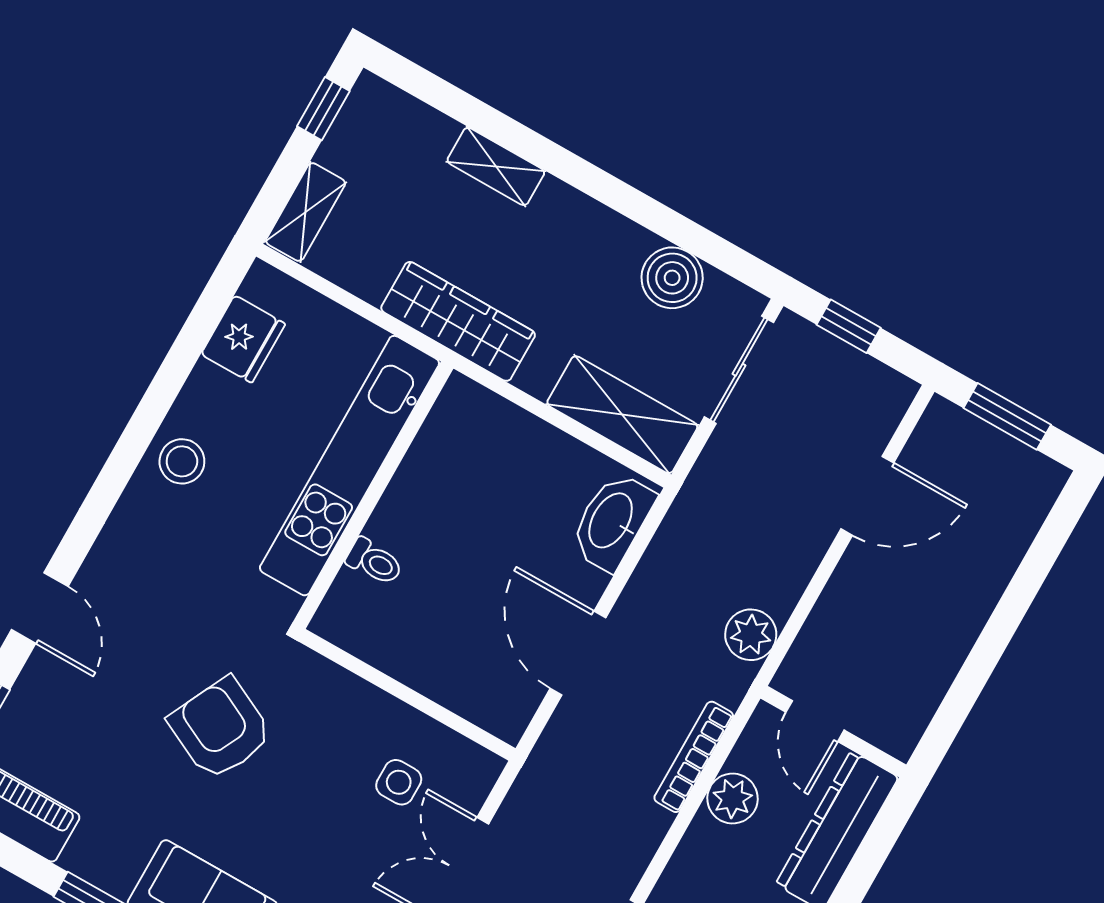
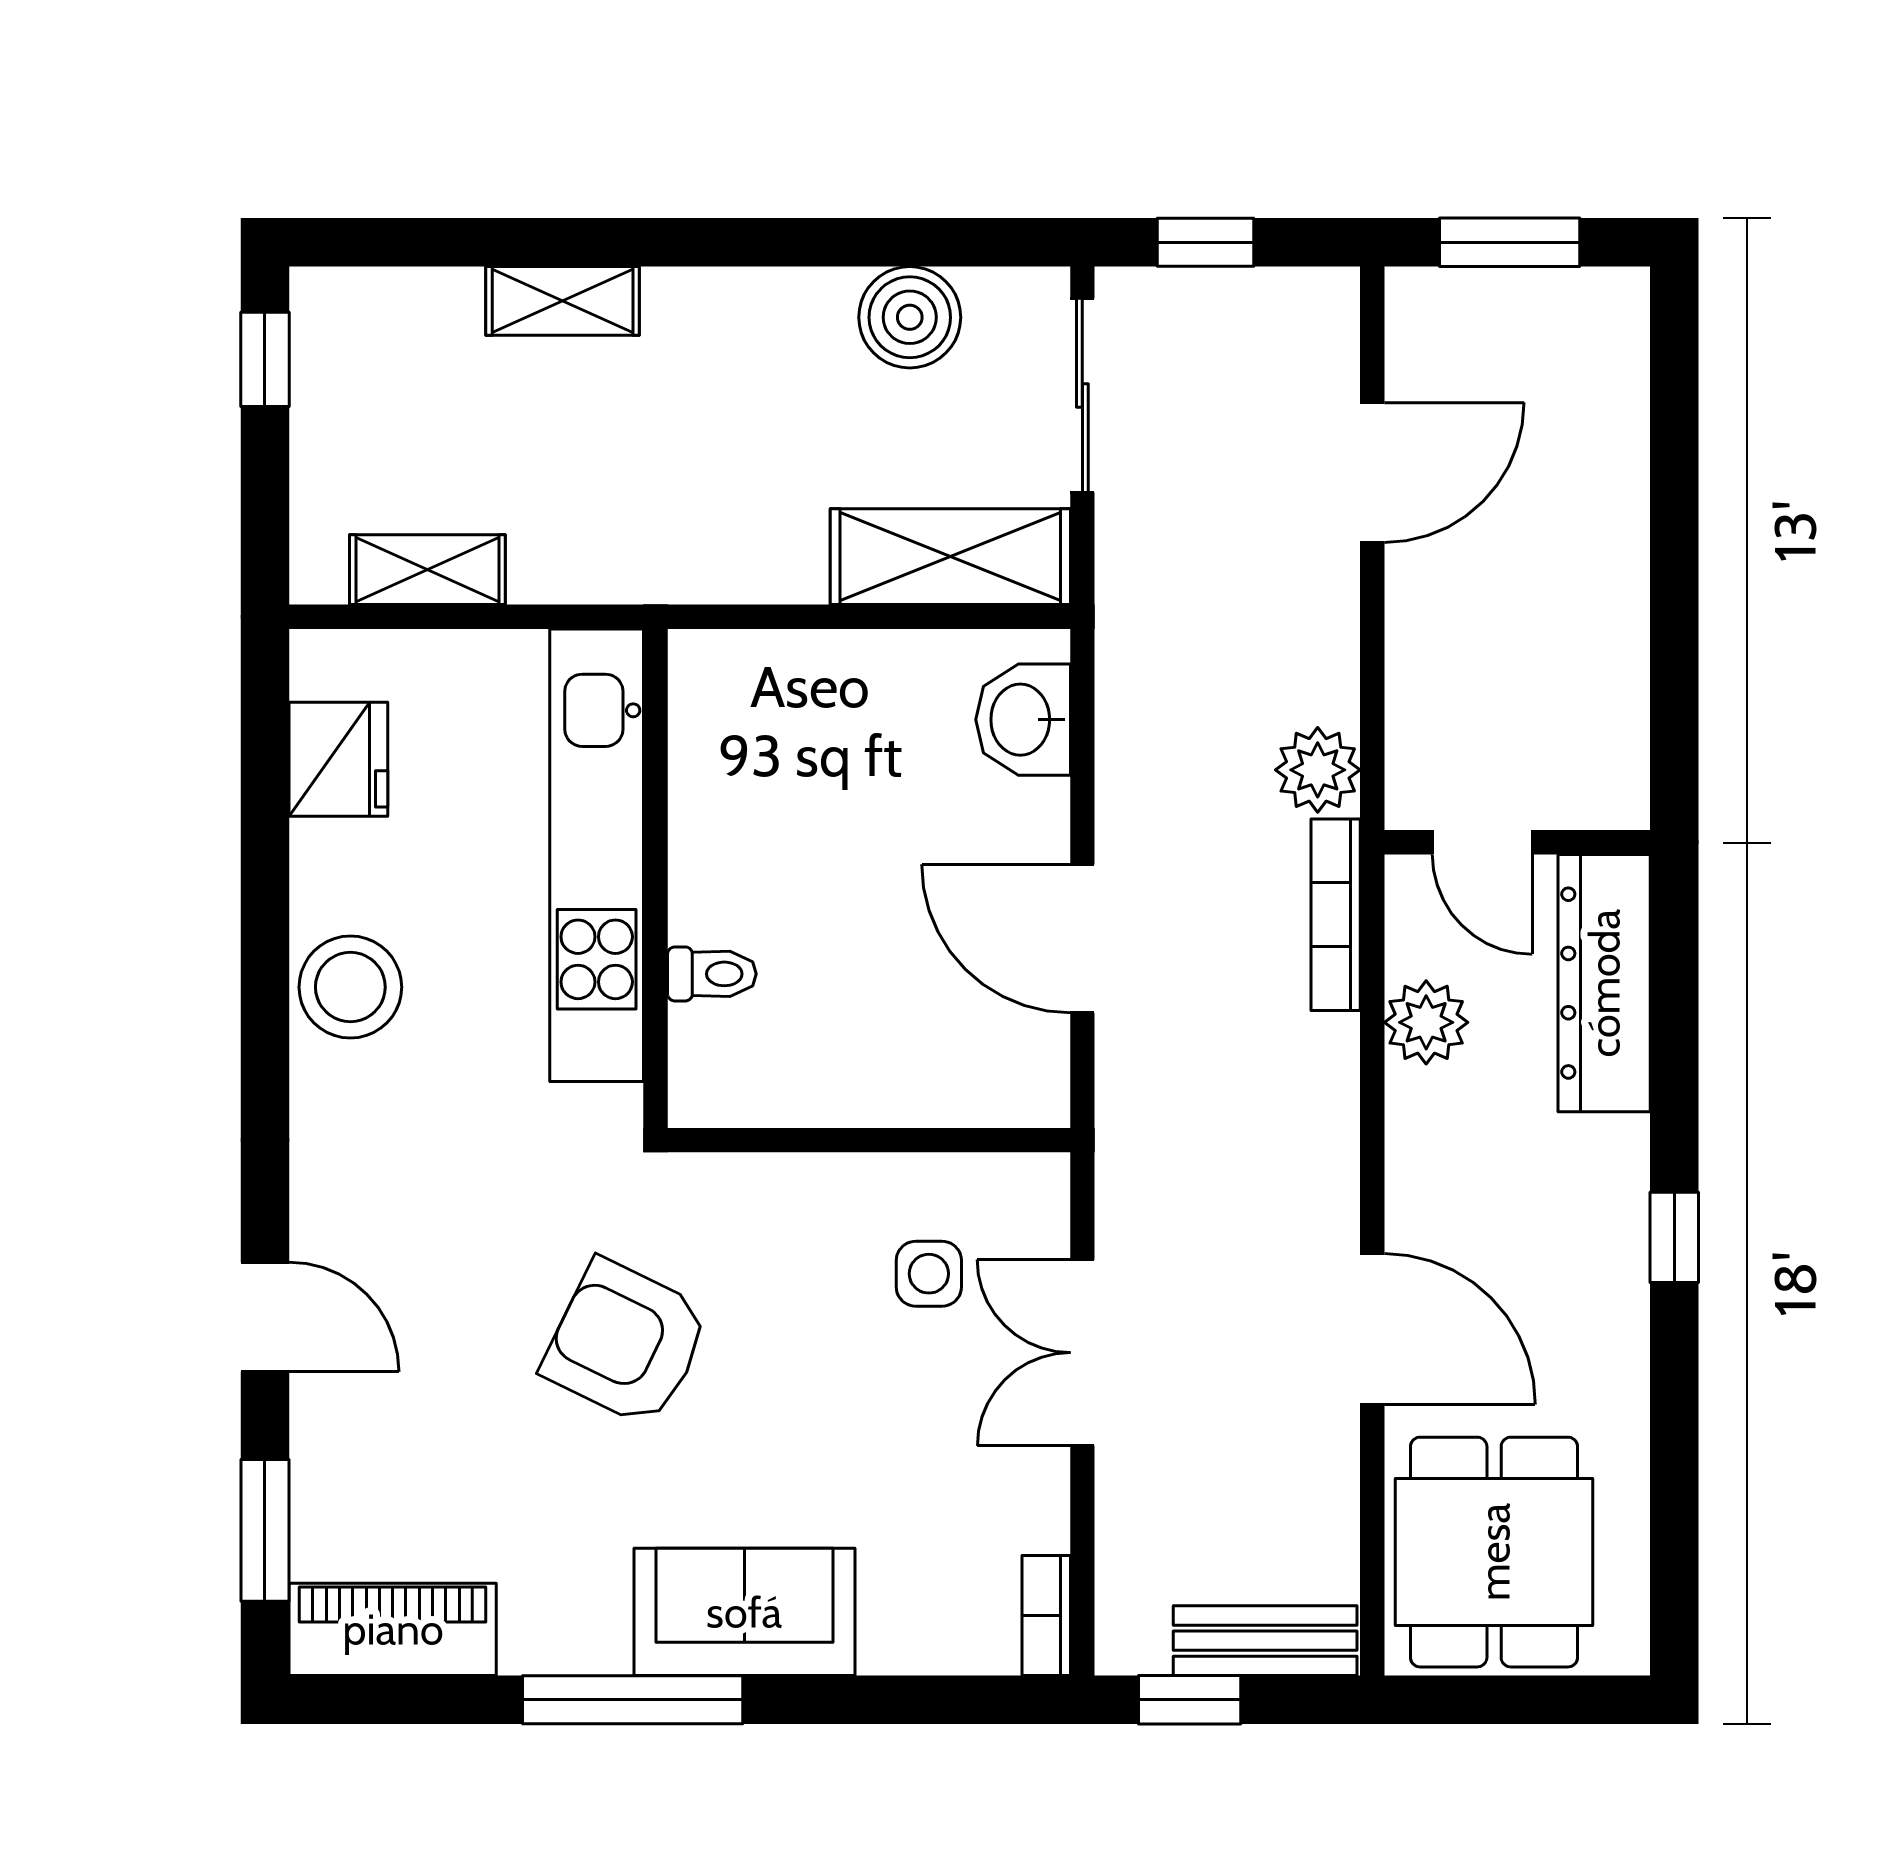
shelving: (306, 212) -> (427, 570), moved, turned 90
wardrobe: (458, 321) -> (635, 557), removed
stool: (182, 461) -> (350, 987), width x1.38, depth x1.38
washbasin: (612, 521) -> (1023, 720), width x0.72
bookcase: (694, 757) -> (1336, 915), moved

